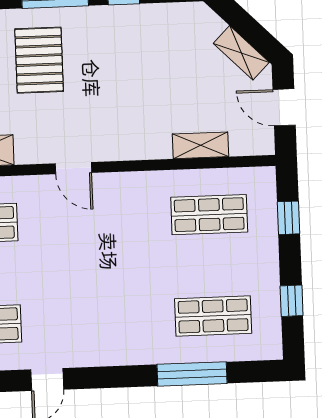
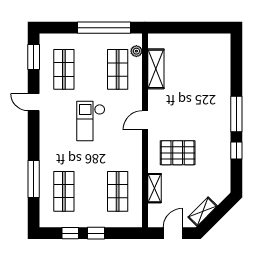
pallet: (39, 60) -> (178, 153), moved
window: (288, 218) -> (96, 233), moved
checkout: (79, 270) -> (91, 121), added

